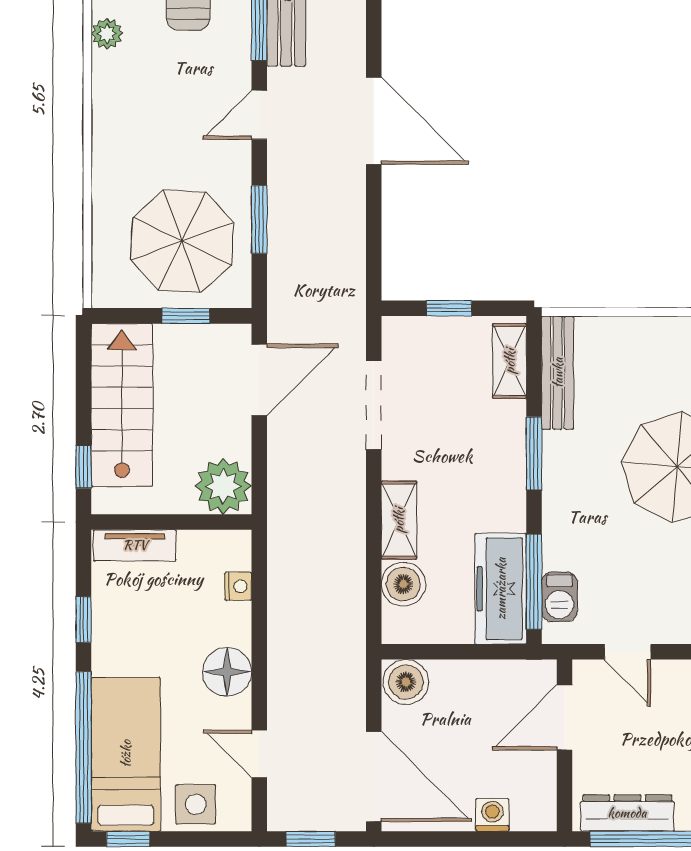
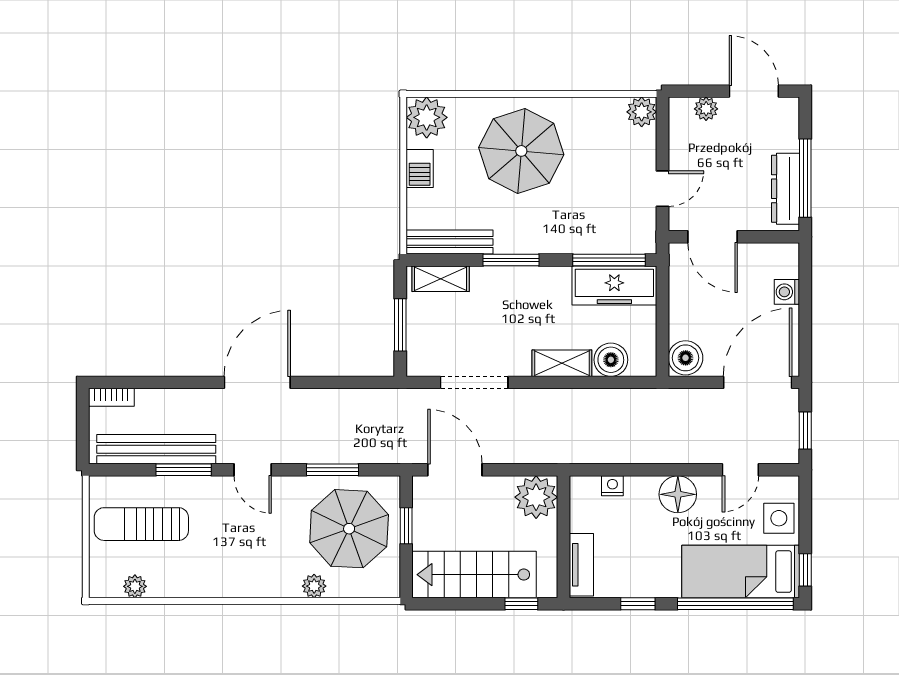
plant: (107, 34) -> (314, 586), moved
window: (449, 308) -> (400, 325), width x1.50
barbecue: (559, 597) -> (420, 169), moved, turned 90

